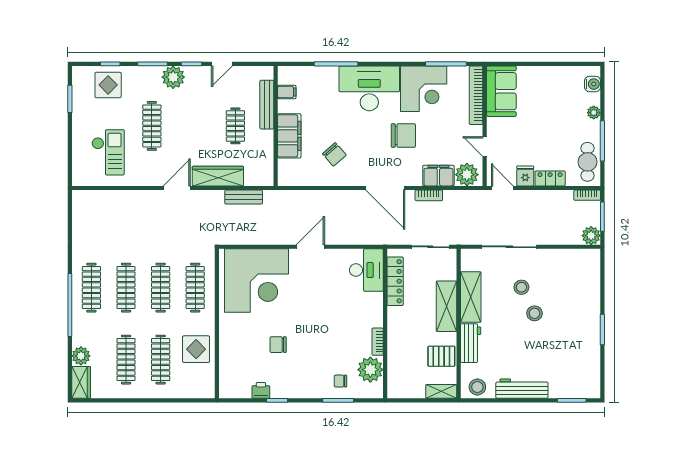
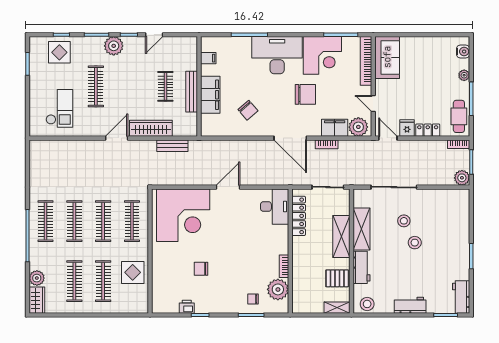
bench: (267, 105) -> (192, 92), moved
workbench: (590, 379) -> (461, 297), added
workbench: (522, 389) -> (410, 305), width x0.73

